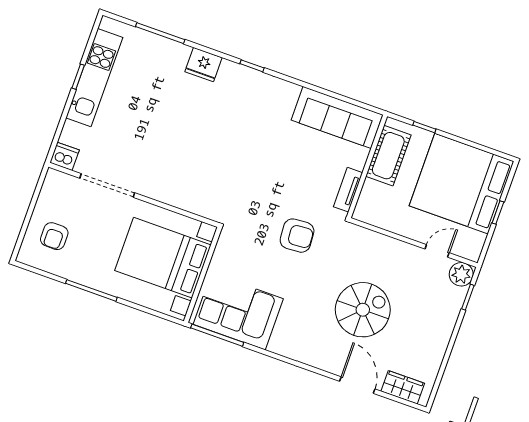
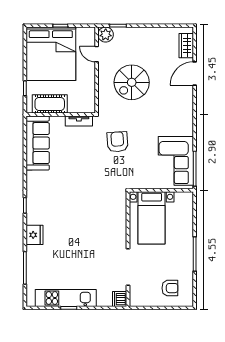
bed with nightstands: (163, 258) -> (152, 218), width x0.73
spiral stairs: (363, 310) -> (132, 82), moved, turned -90

